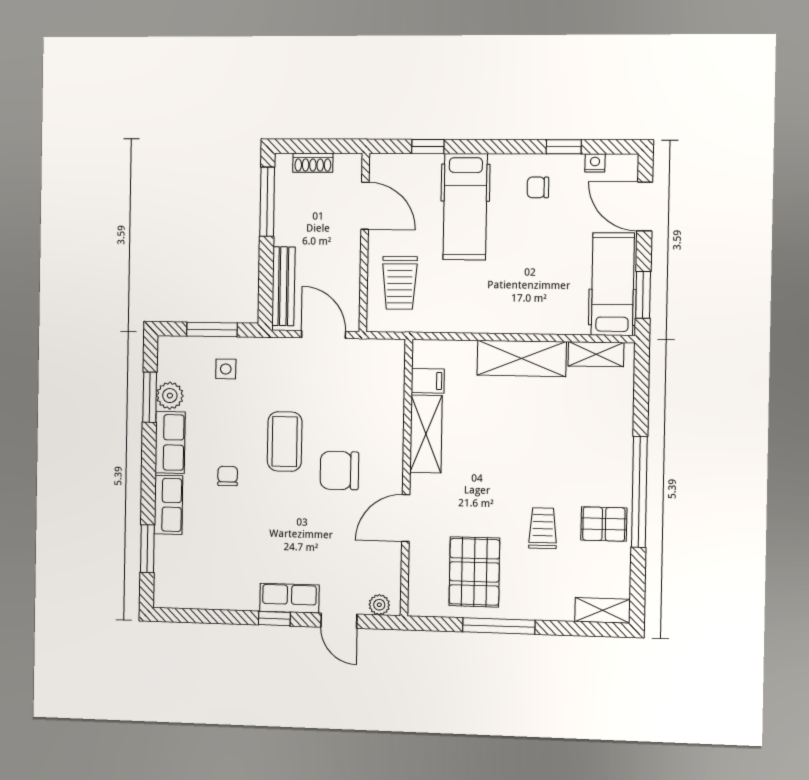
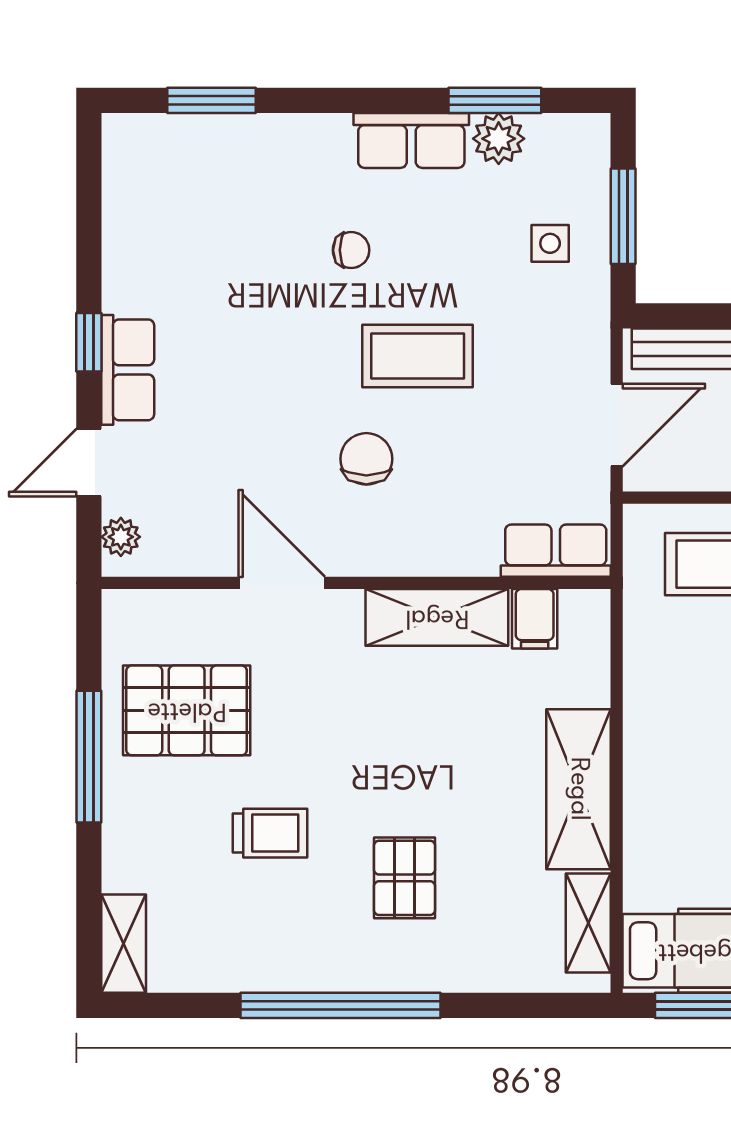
chair: (339, 470) -> (366, 459), width x0.73, depth x0.73
row of seats: (168, 505) -> (556, 551), moved, turned 180
pallet: (604, 524) -> (404, 878), moved

